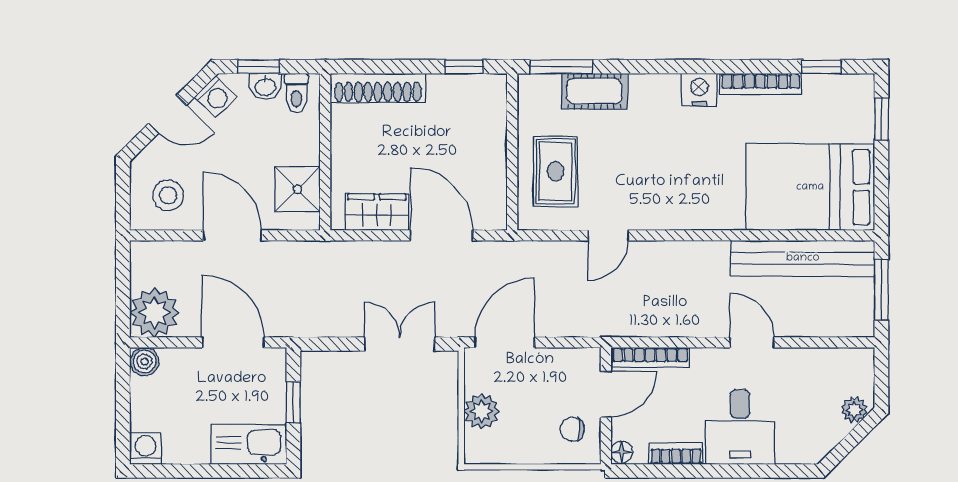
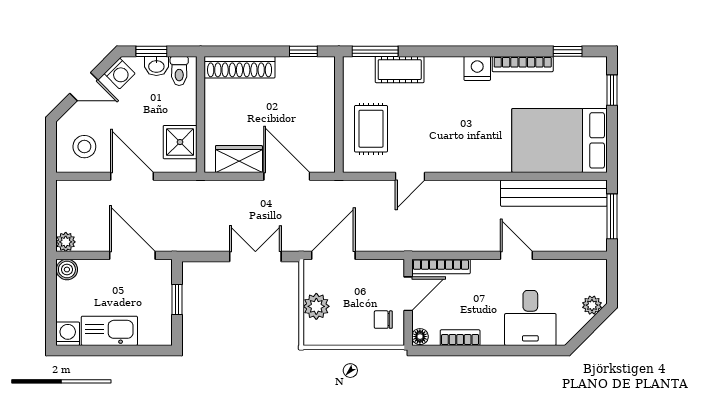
plant: (154, 313) -> (66, 242), width x0.53, depth x0.53
desk: (740, 427) -> (530, 318), moved
kitchen sink: (249, 444) -> (109, 331), moved

